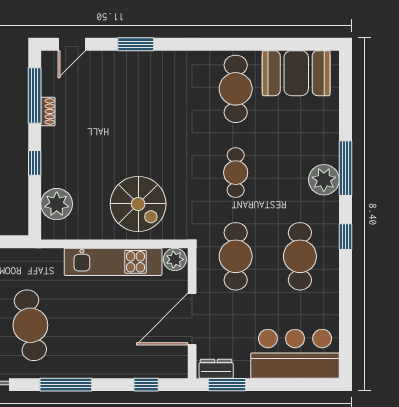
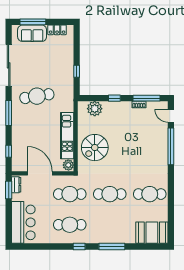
window: (136, 44) -> (171, 146), width x2.11
booth: (296, 73) -> (152, 233), moved, turned 90
cafe table: (236, 173) -> (110, 194), width x1.37, depth x1.35
plant: (324, 180) -> (106, 236), removed

